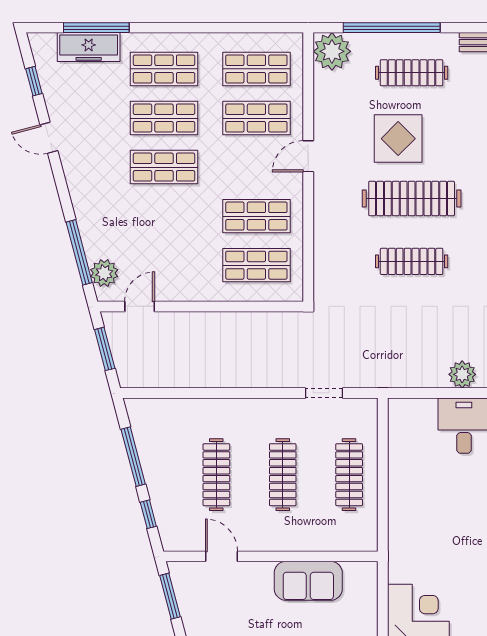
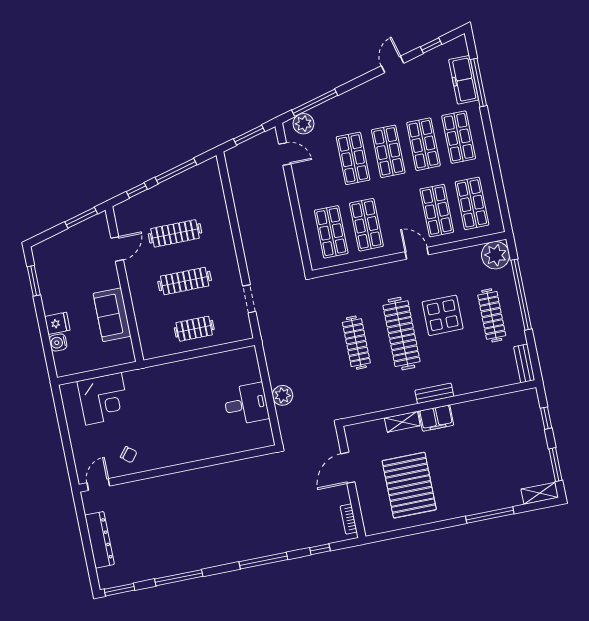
shop shelf: (164, 216) -> (353, 158), added
clothes rail: (349, 475) -> (194, 329), width x0.73

